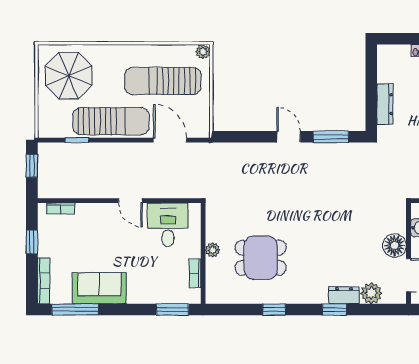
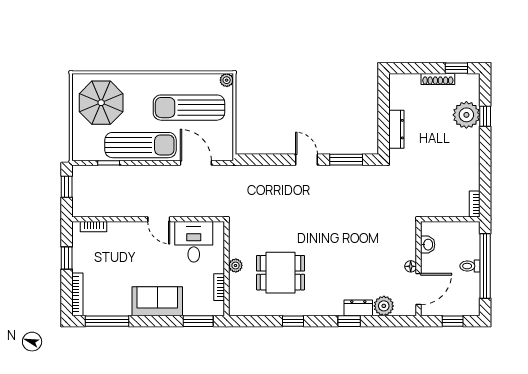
floor lamp: (395, 246) -> (411, 266), width x0.53, depth x0.53
sofa: (99, 288) -> (157, 301), moved

